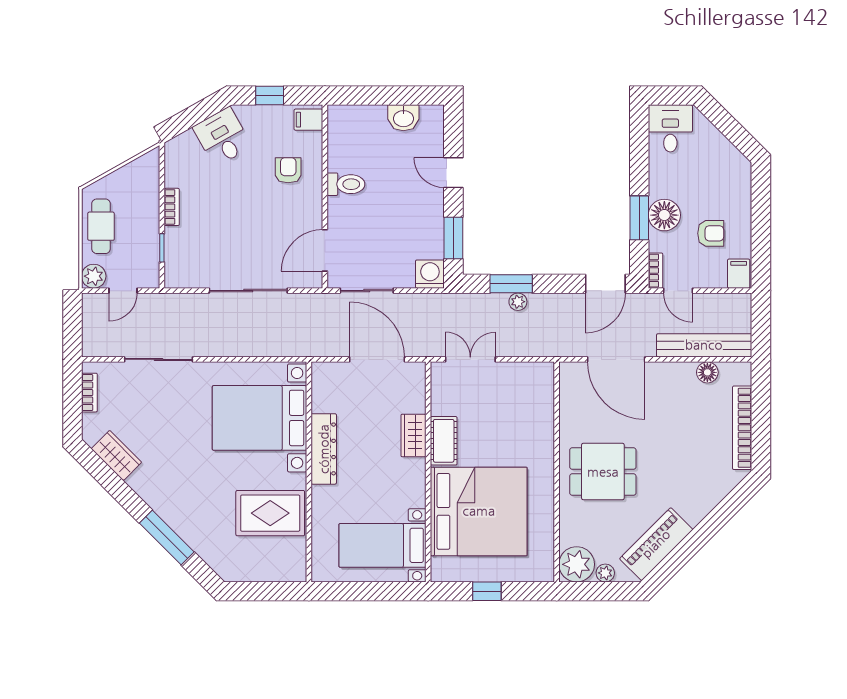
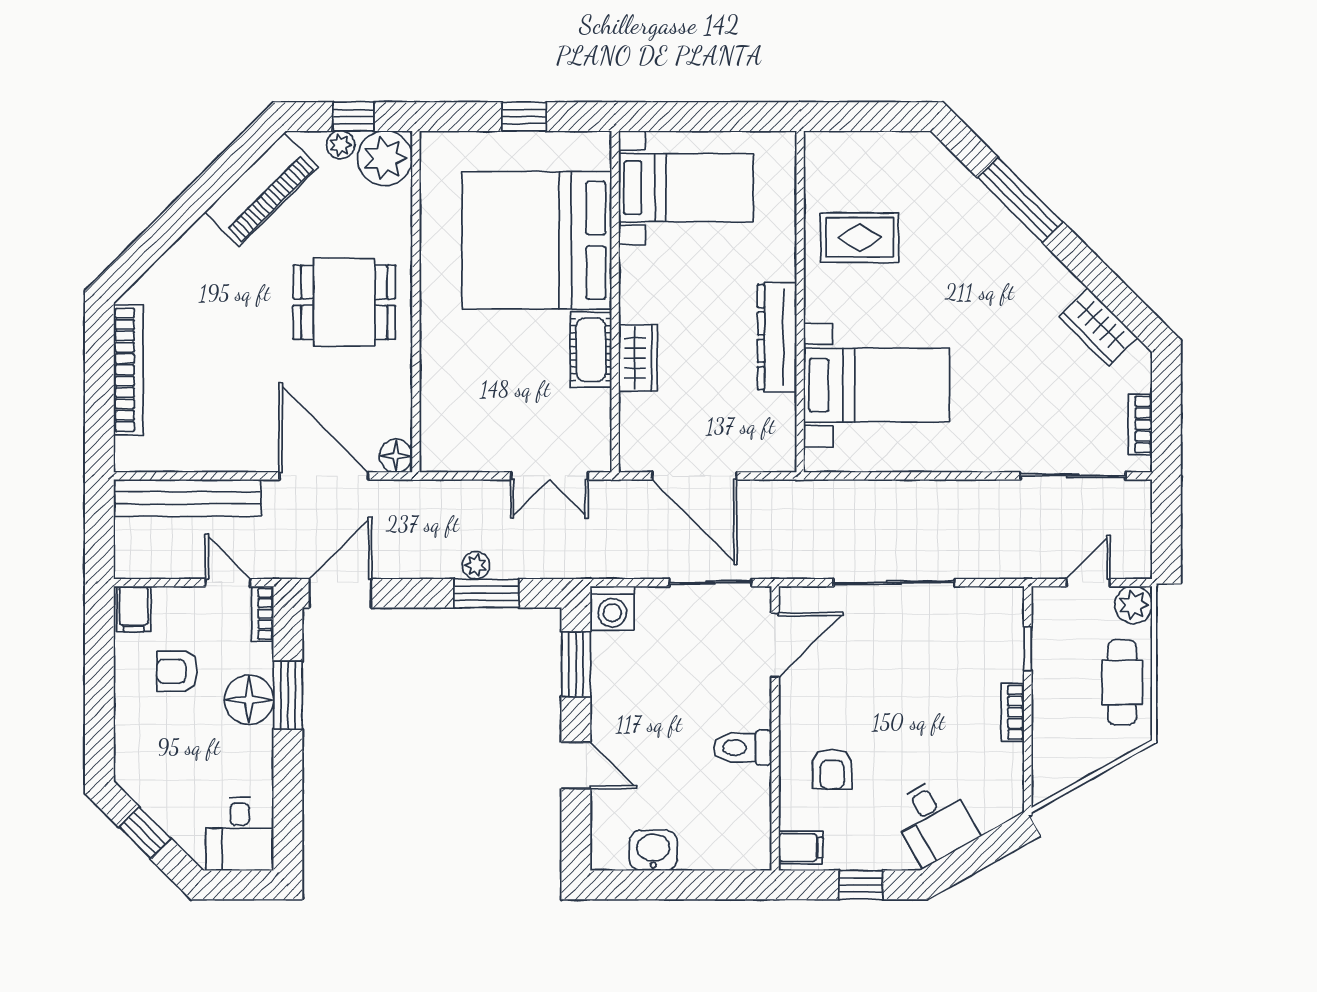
window: (731, 129) -> (145, 833), added
sliding door: (159, 359) -> (1073, 476), moved
floor lamp: (707, 372) -> (396, 456), moved
bed with nightstands: (259, 418) -> (877, 385), width x0.73
rug: (270, 513) -> (860, 238), width x0.73, depth x0.70
window: (597, 591) -> (354, 117), added

